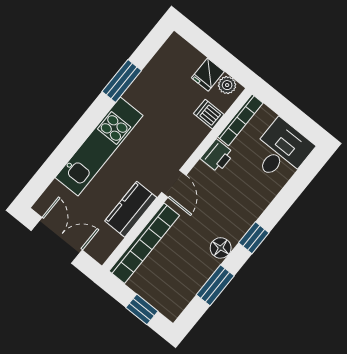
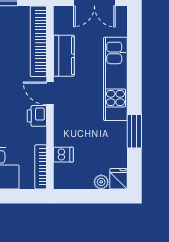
fridge: (208, 75) -> (118, 179), moved
plant: (227, 85) -> (101, 182), moved
printer: (217, 156) -> (37, 116), moved

